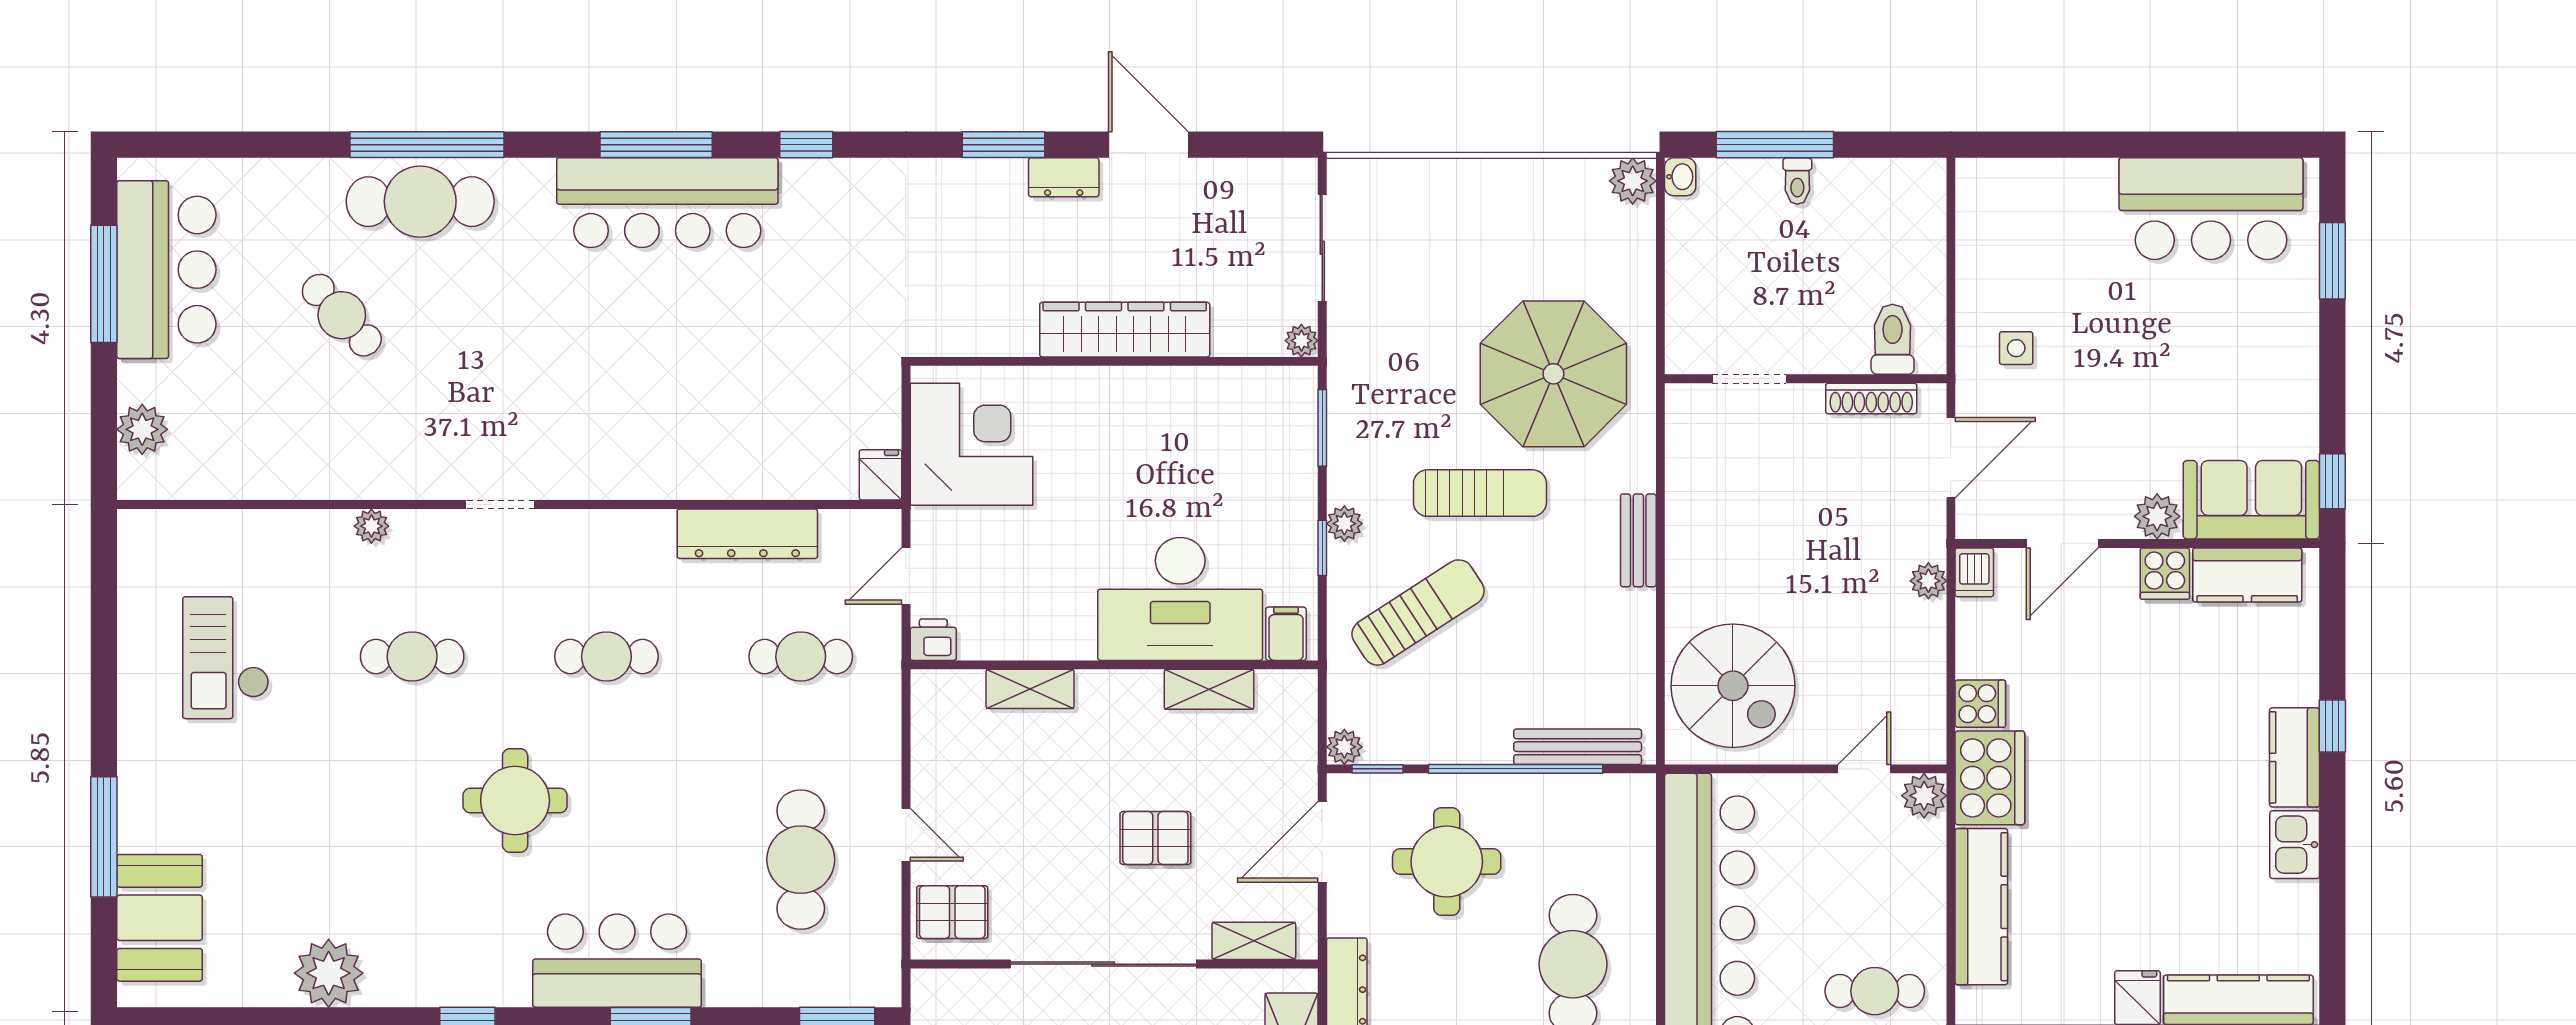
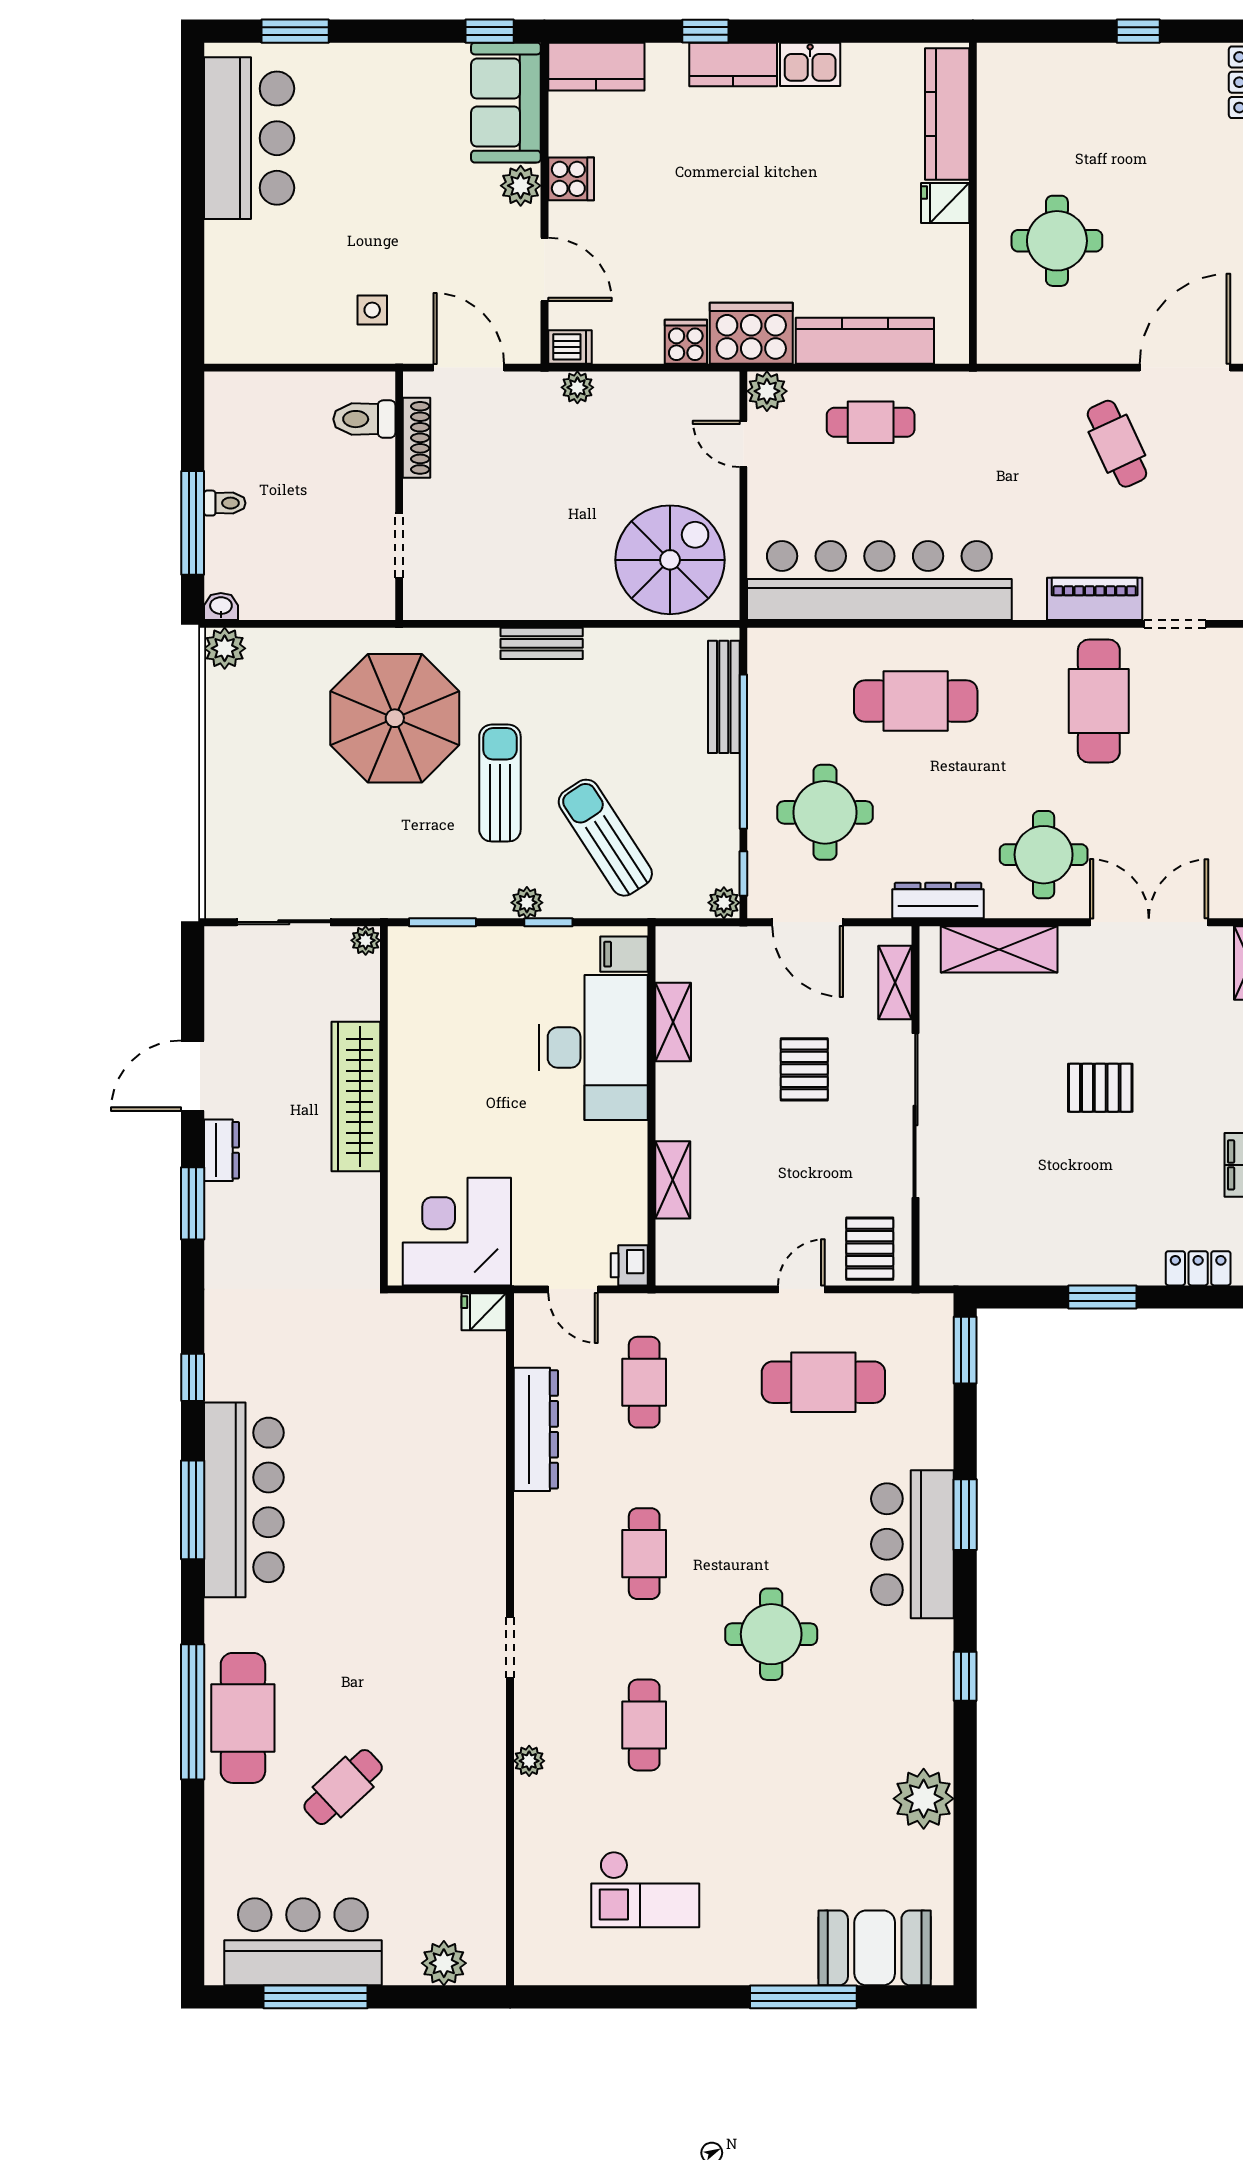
kitchen counter: (2247, 575) -> (596, 67), moved, turned 90
cafe table: (1875, 991) -> (871, 422), moved, turned 90

